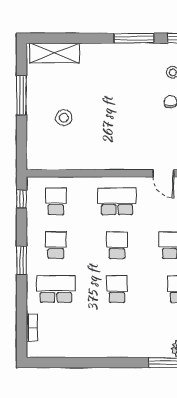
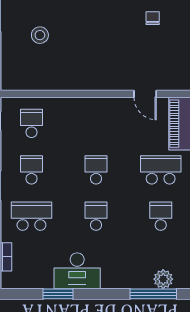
school desk: (117, 201) -> (96, 123), removed
desk: (99, 341) -> (77, 271), added
window: (81, 363) -> (58, 294), added

